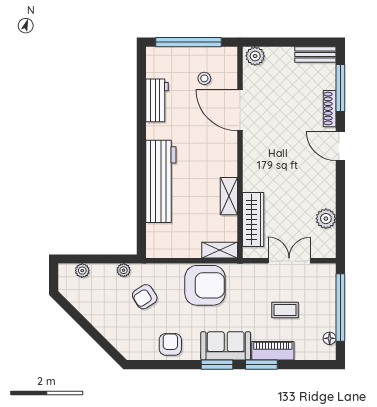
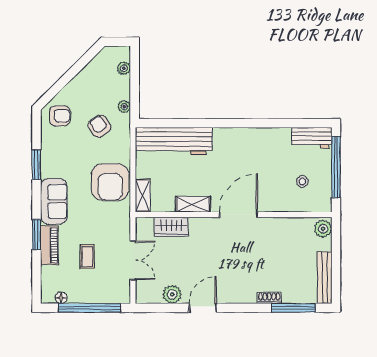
bench: (315, 54) -> (325, 278), width x1.36
workbench: (157, 100) -> (312, 138), moved
shoe rack: (330, 109) -> (269, 298), width x0.70
door: (240, 110) -> (238, 215), moved
door: (340, 146) -> (203, 308), moved
workbench: (161, 181) -> (174, 141), moved
wardrobe: (253, 220) -> (171, 227), width x0.67
armchair: (170, 344) -> (60, 116), moved
window: (217, 365) -> (36, 165), moved

